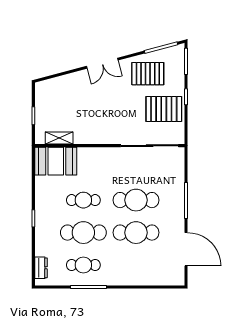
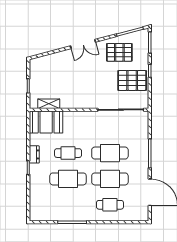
cafe table: (83, 265) -> (110, 205), moved
dresser: (41, 268) -> (34, 154), moved

